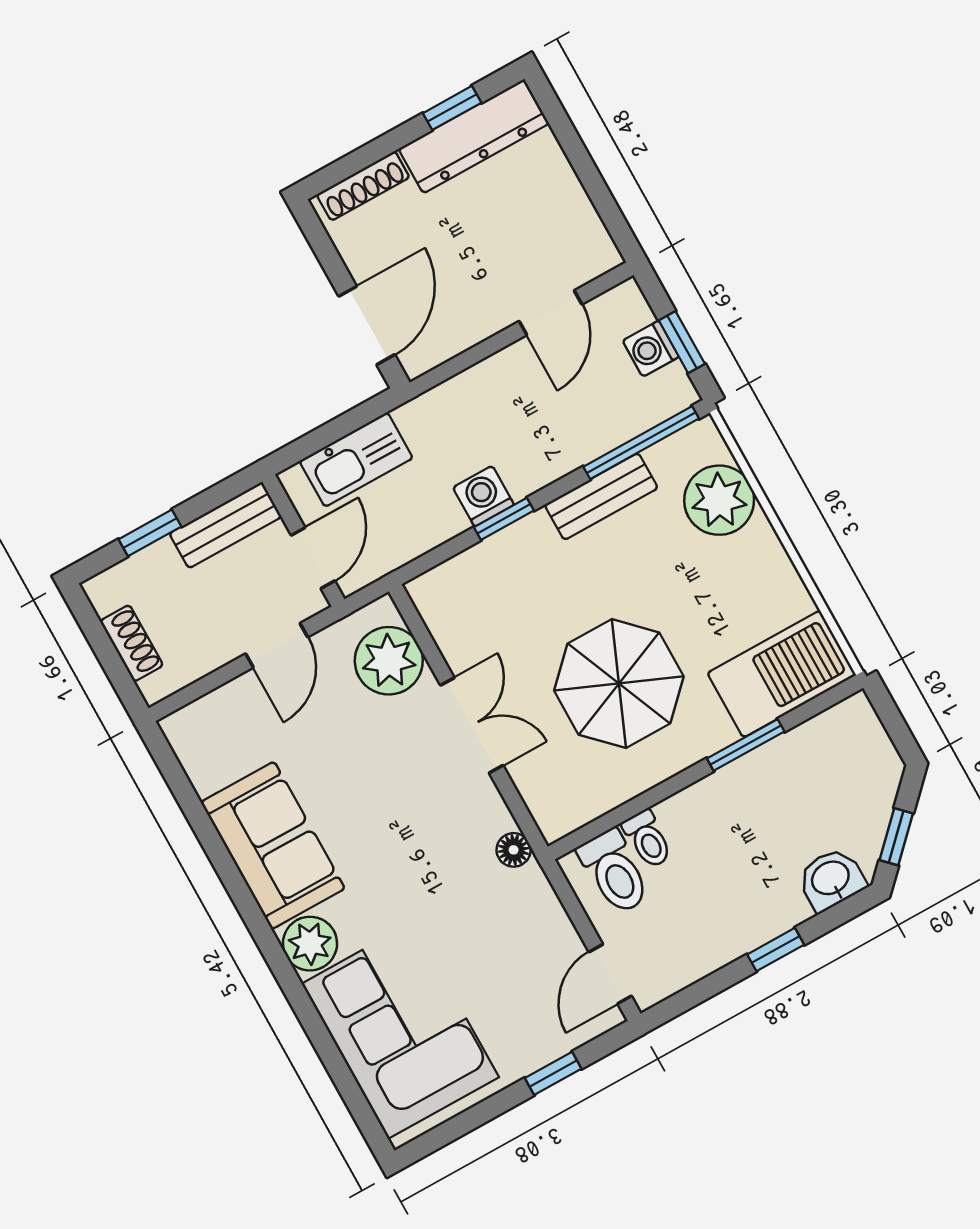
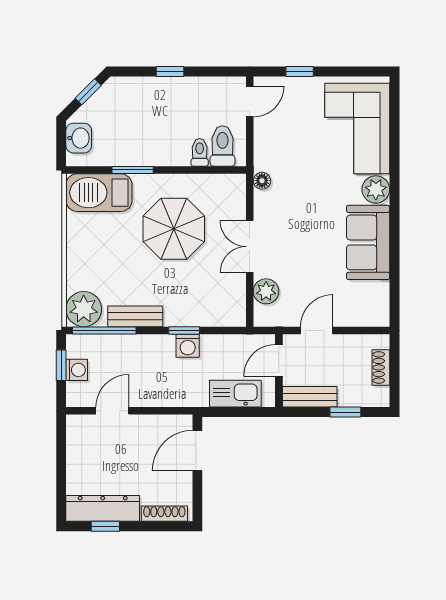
plant: (719, 500) -> (84, 309), moved
plant: (389, 661) -> (266, 291), width x0.73, depth x0.73
washbasin: (831, 879) -> (79, 138), moved, turned -90

